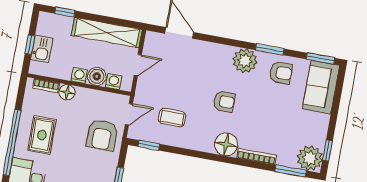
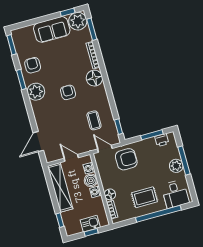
sofa: (321, 87) -> (52, 29), moved

